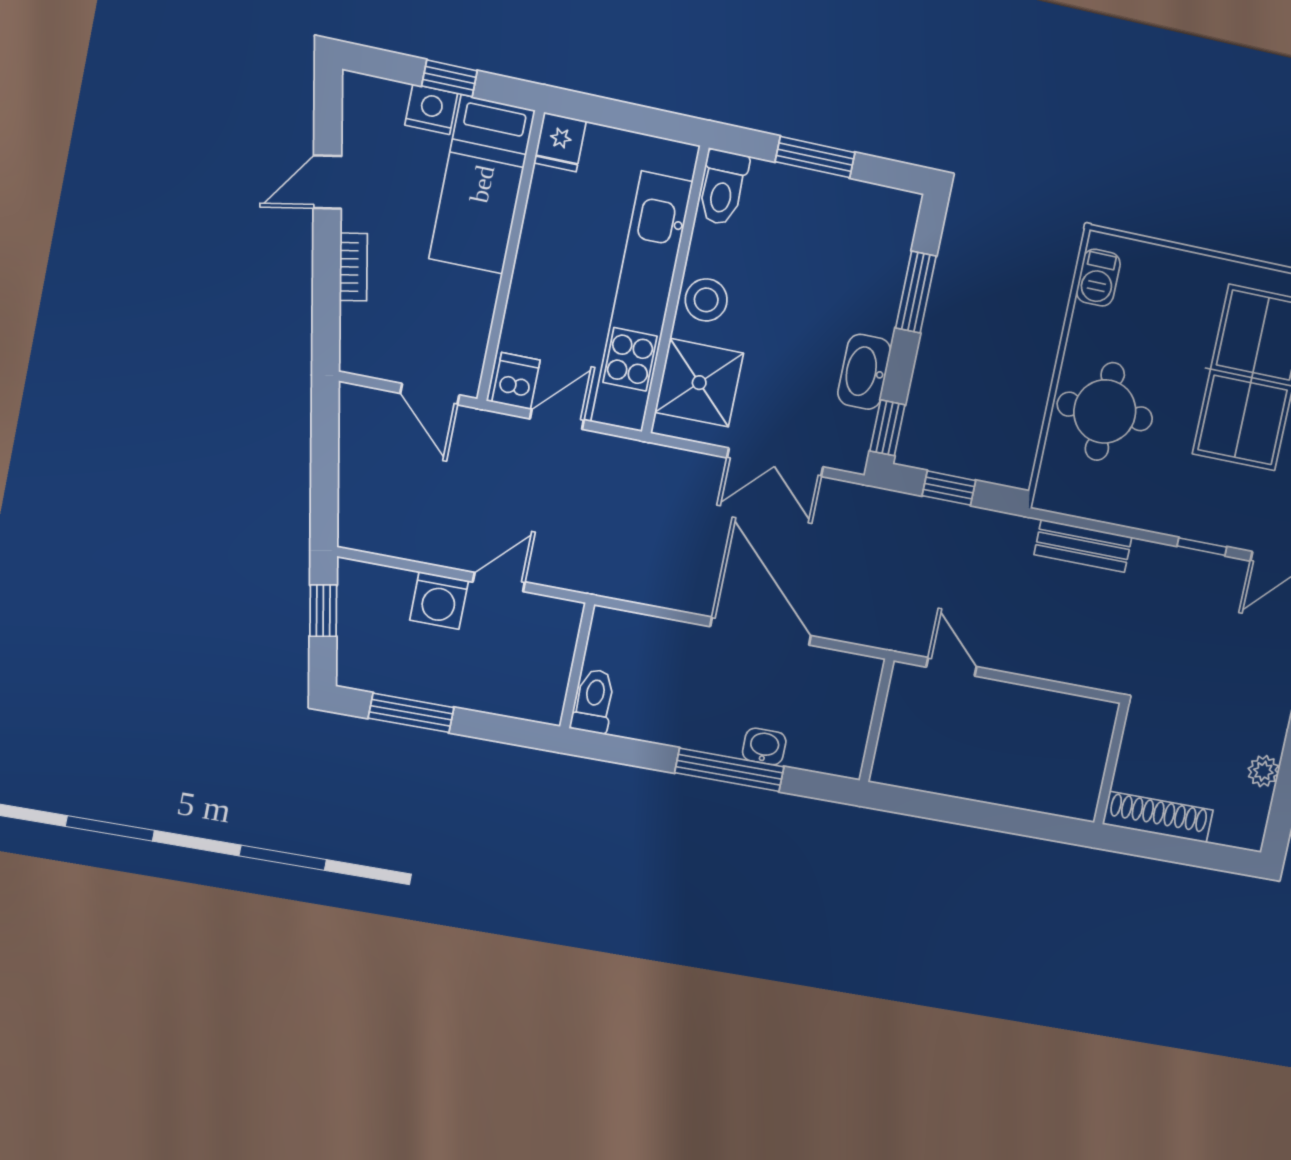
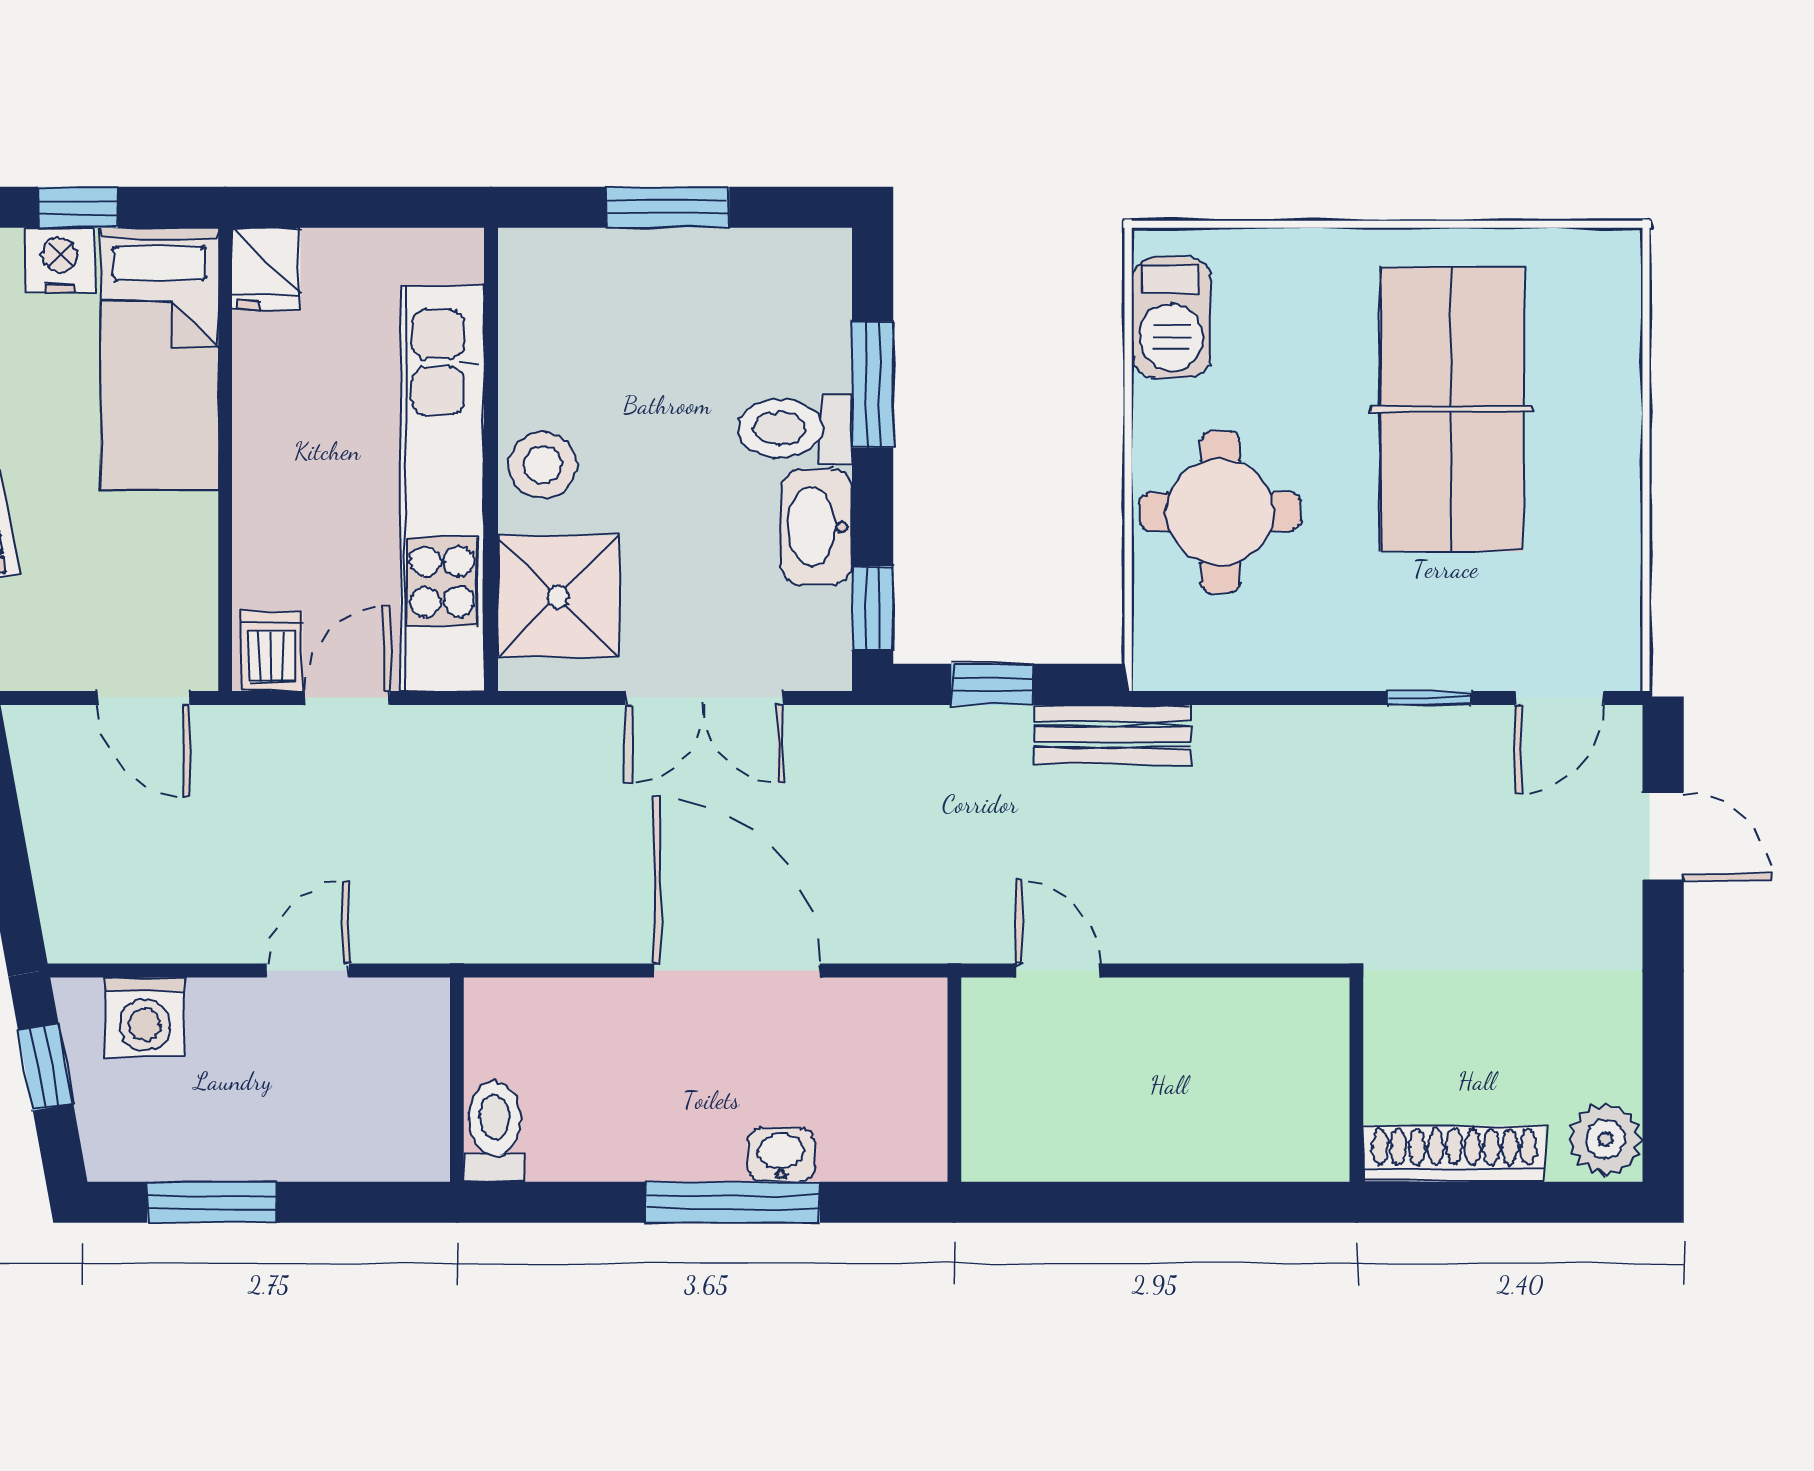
toilet: (723, 187) -> (795, 428), moved, turned 90
barbecue: (1098, 278) -> (1171, 318), width x1.38, depth x1.27
bench: (1083, 546) -> (1113, 735), moved
washing machine: (439, 600) -> (144, 1017), moved
plant: (1263, 771) -> (1606, 1139), moved, width x1.38, depth x1.38

